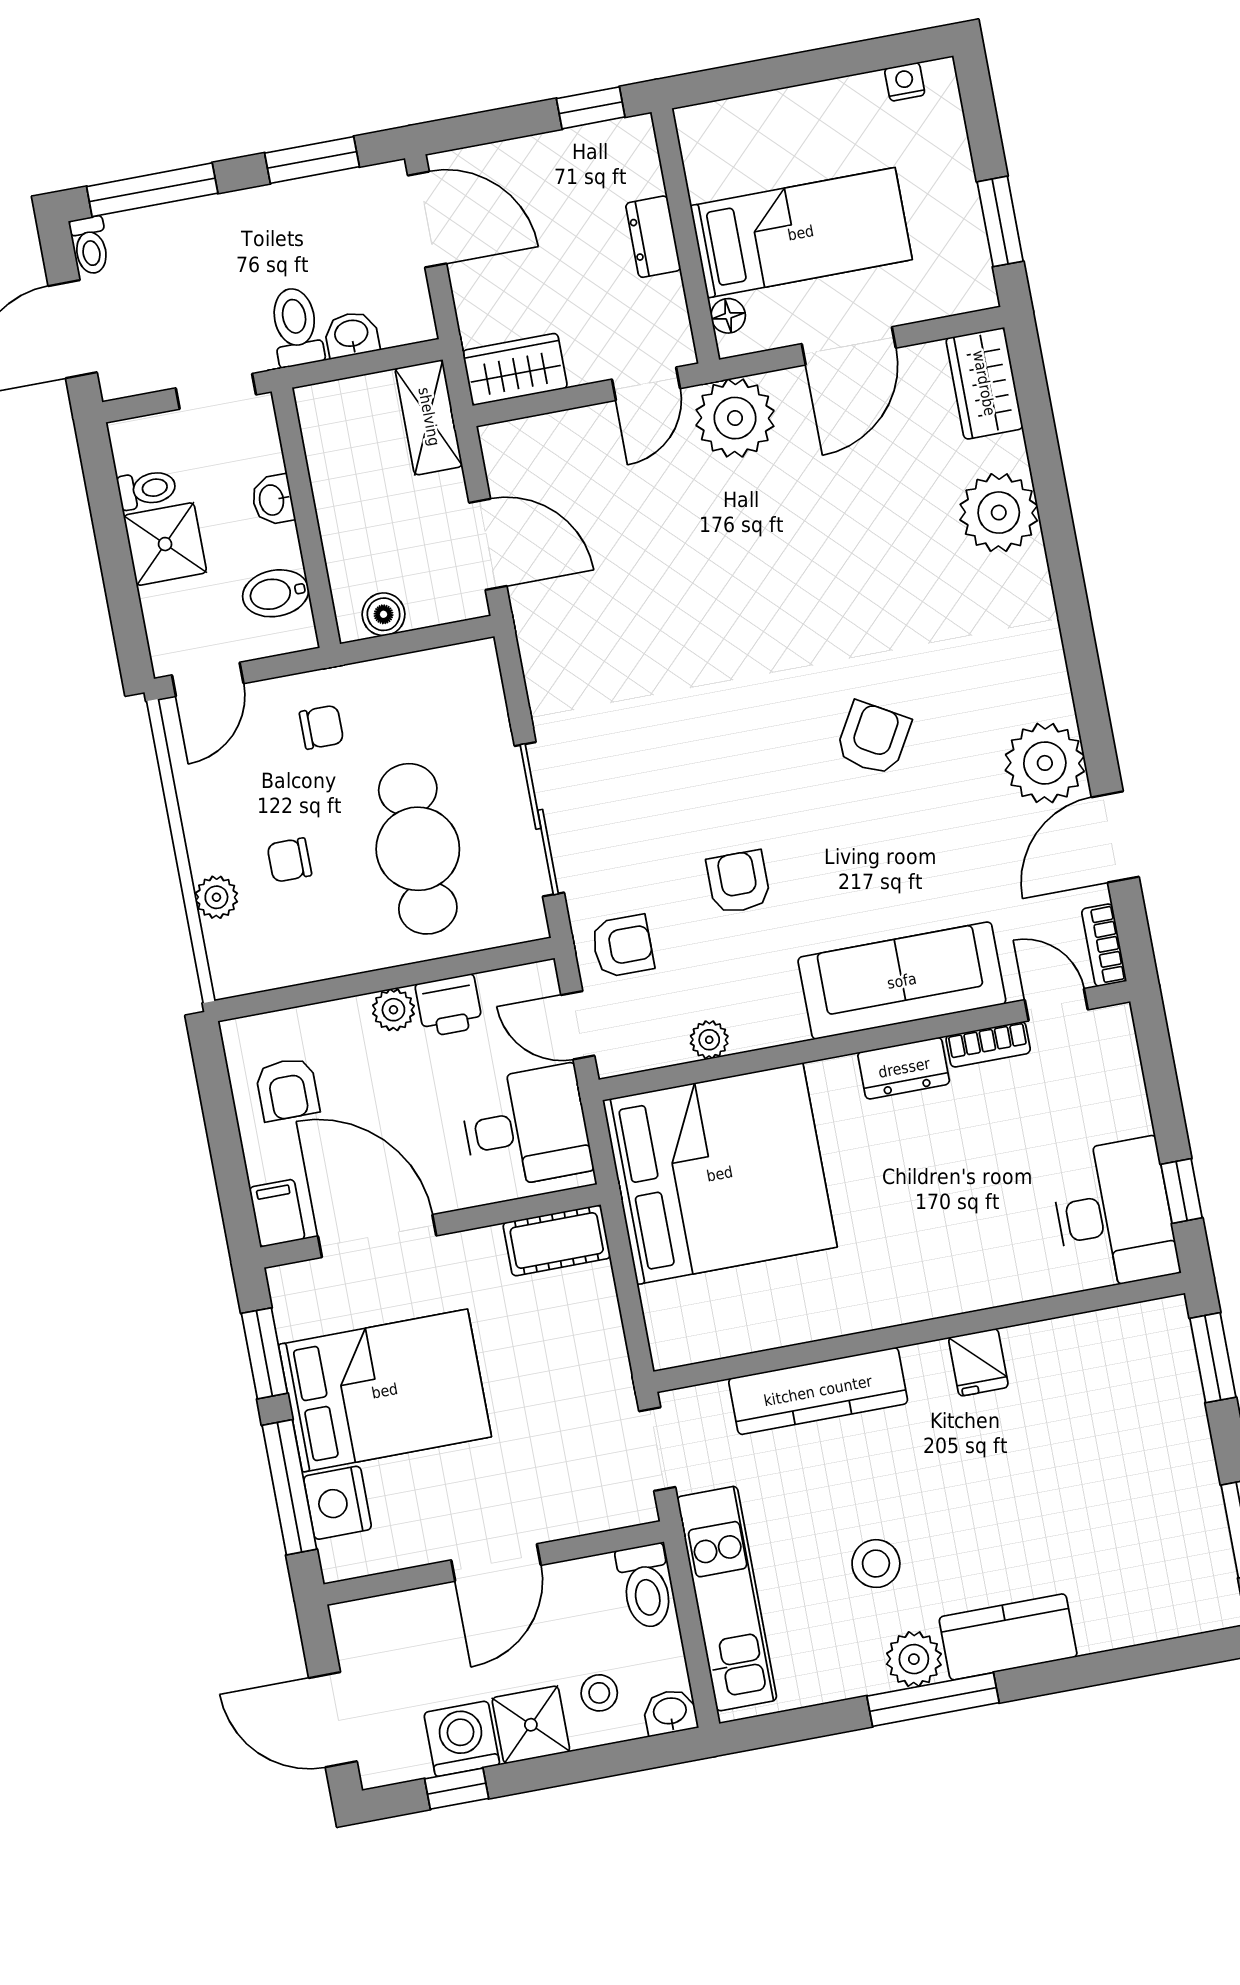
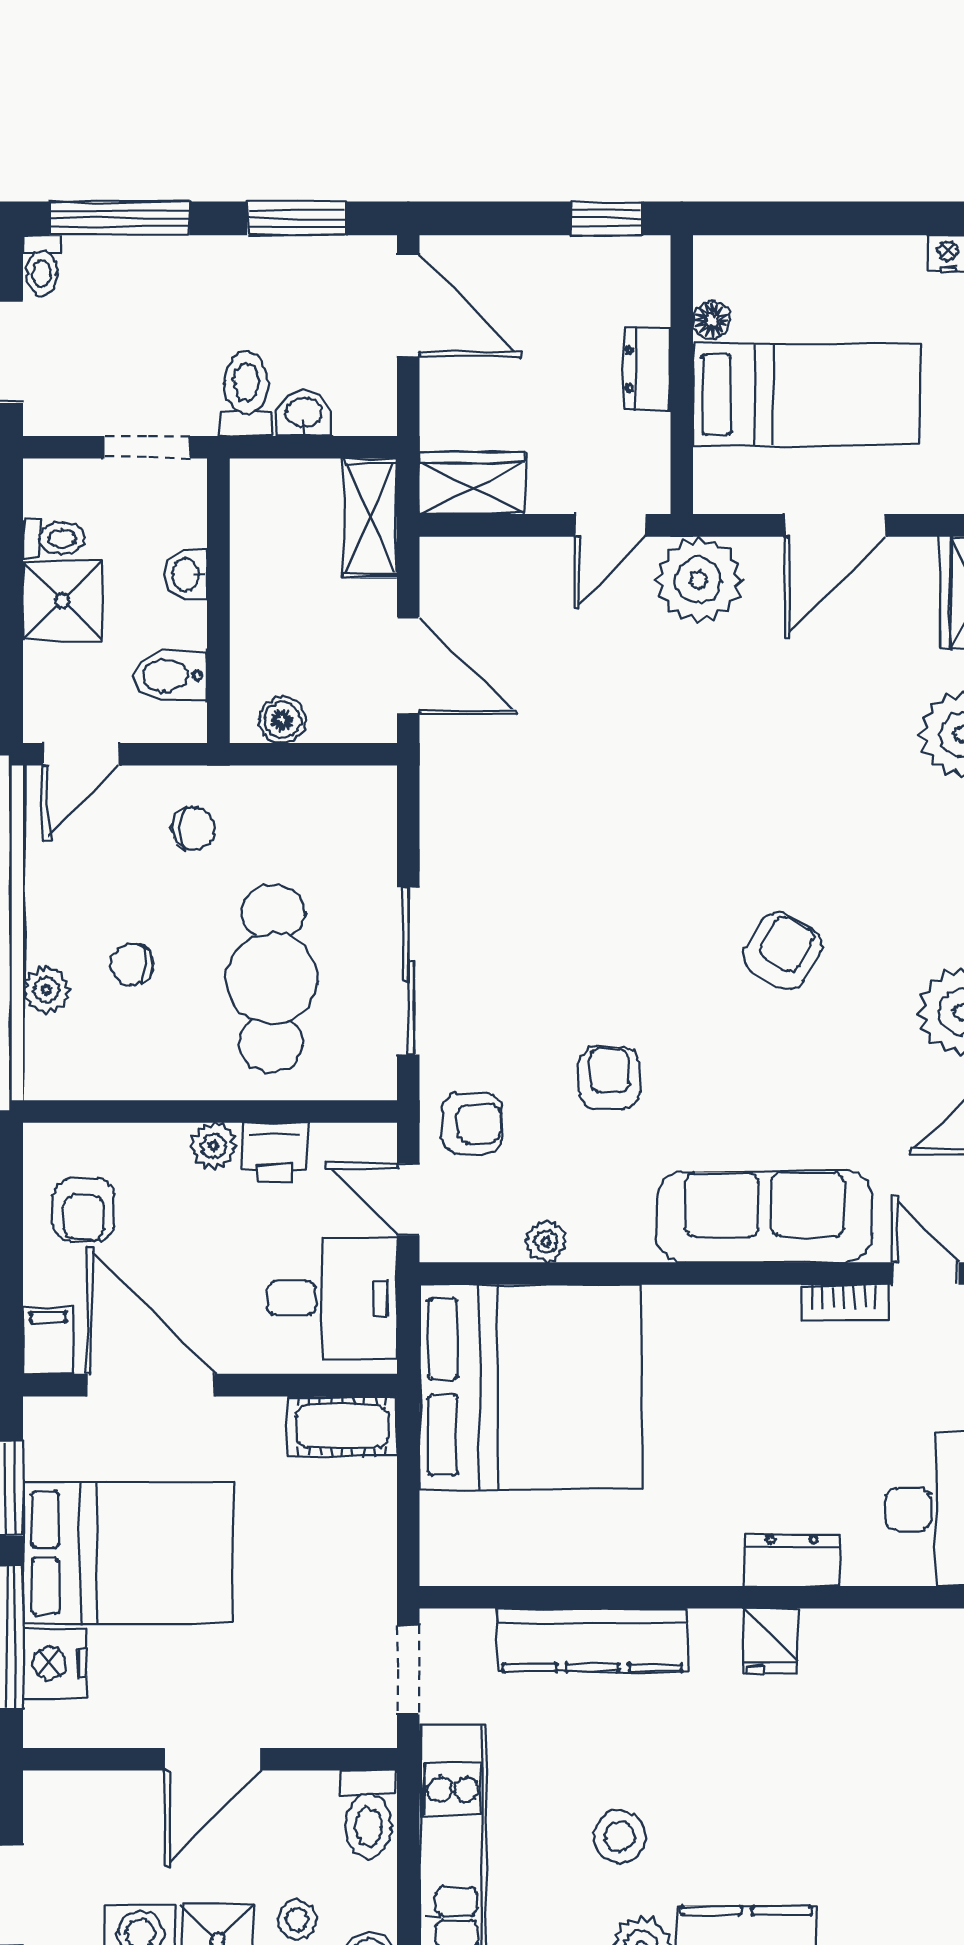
floor lamp: (728, 316) -> (712, 320), moved
dresser: (904, 1068) -> (792, 1560), moved, turned 180

